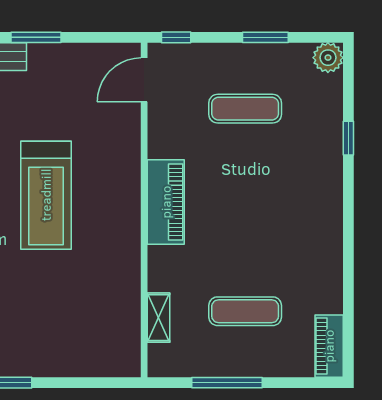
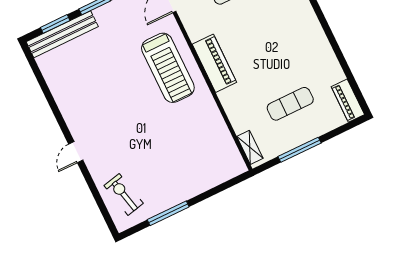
treadmill: (46, 195) -> (168, 68), moved
shelving: (158, 318) -> (250, 147), moved

